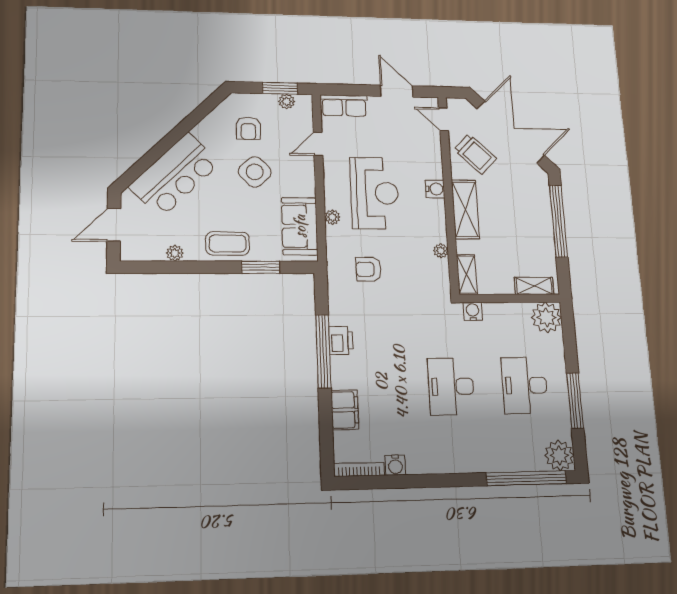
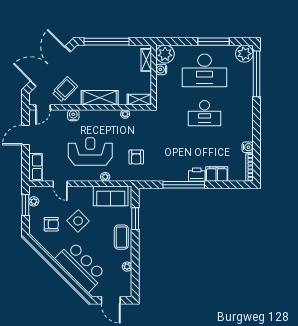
water cooler: (435, 189) -> (73, 115), moved
water cooler: (473, 311) -> (161, 69), moved
printer: (341, 340) -> (197, 175), moved
desk: (525, 385) -> (204, 70), width x1.36, depth x1.30

